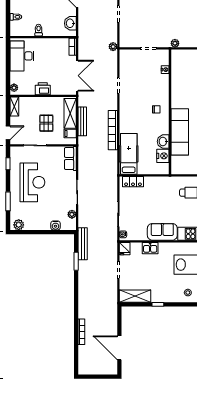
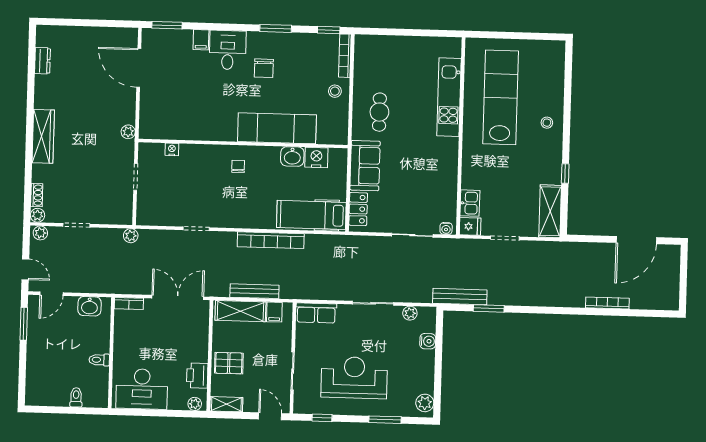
printer: (43, 89) -> (197, 375), moved
pallet: (46, 123) -> (229, 363), moved
sofa: (162, 232) -> (365, 166), moved, turned 180
kitchen sink: (150, 248) -> (470, 203), moved

